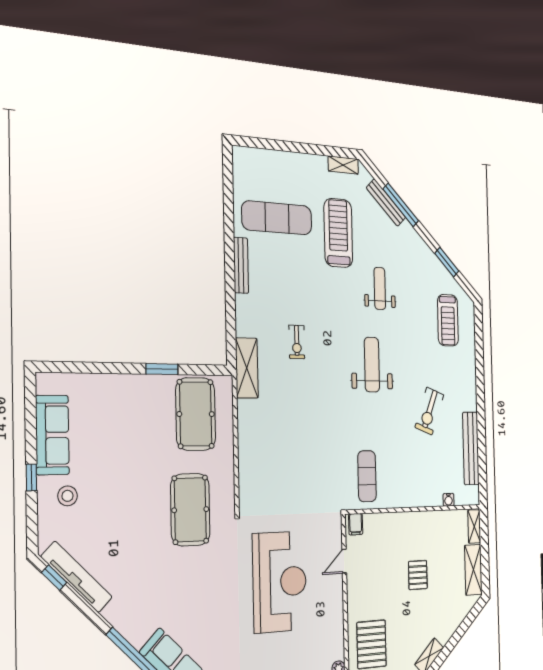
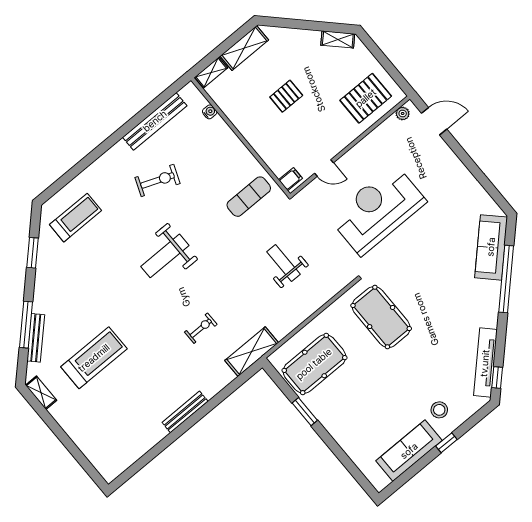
exercise mat: (277, 218) -> (127, 412), removed
treadmill: (338, 233) -> (94, 358), turned 180
weight bench: (380, 288) -> (283, 263), moved, turned 90
pool table: (190, 510) -> (381, 317), turned 90

